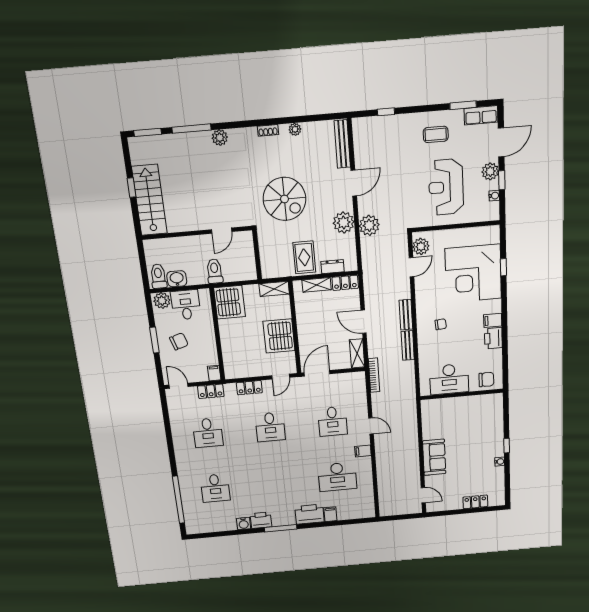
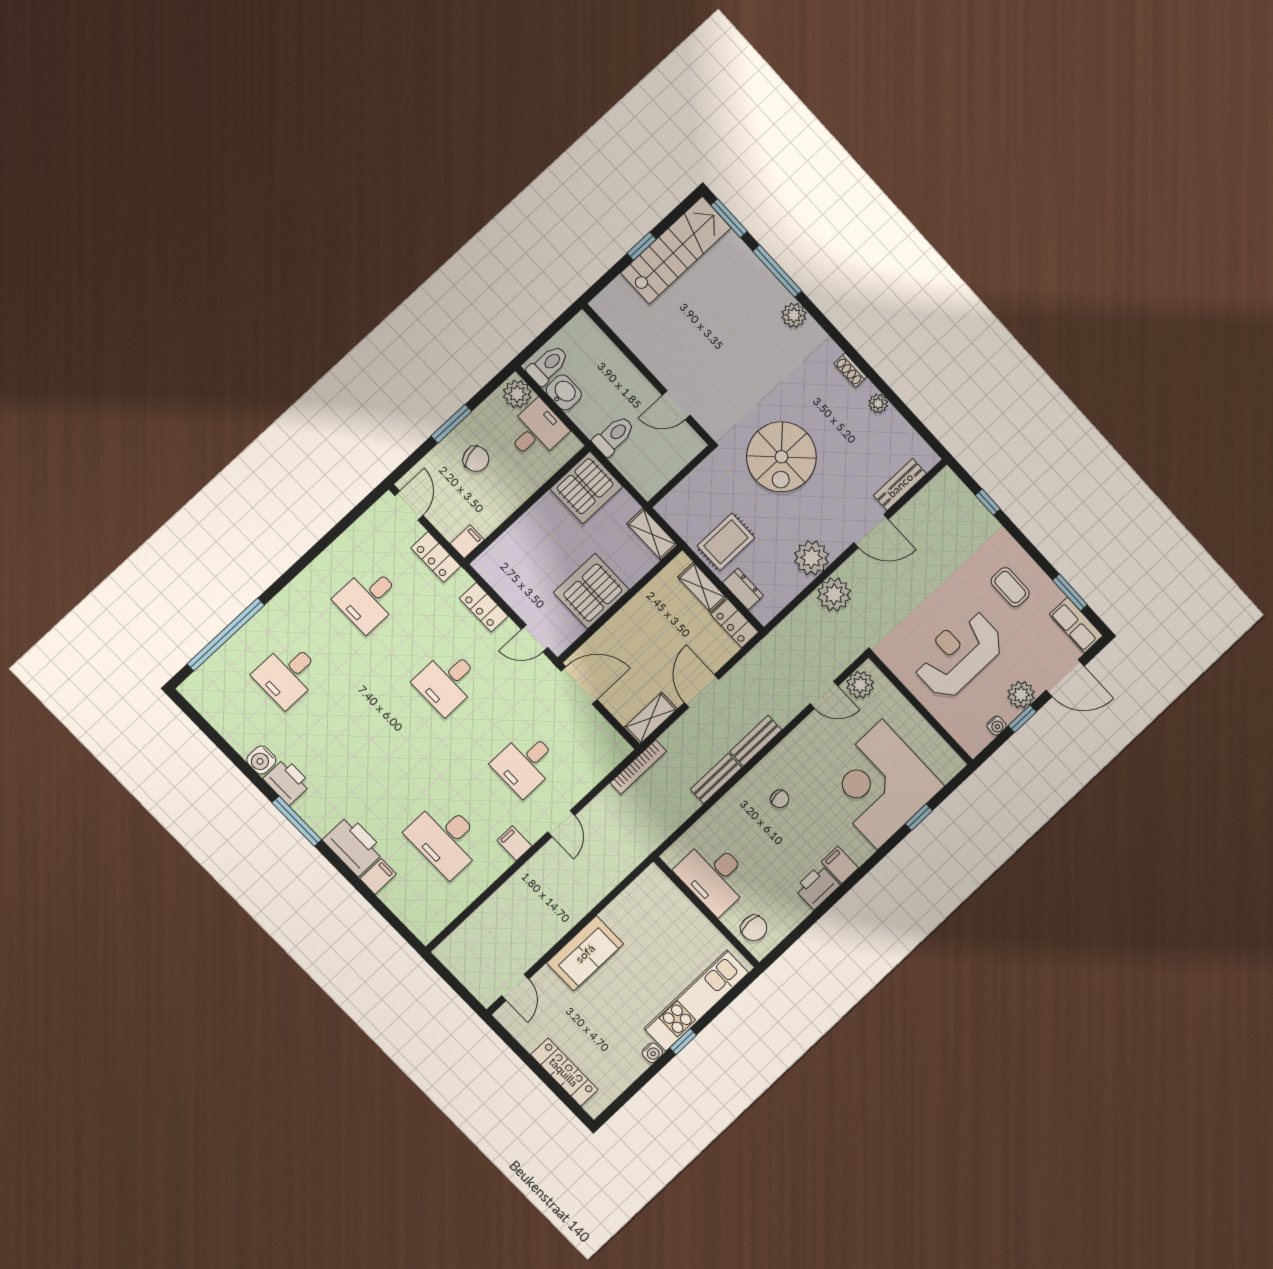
bench: (342, 144) -> (900, 485), width x0.73
stairs: (149, 200) -> (676, 250), moved
kitchen unit: (495, 427) -> (696, 1001), added
locker: (475, 502) -> (564, 1072), width x1.53

